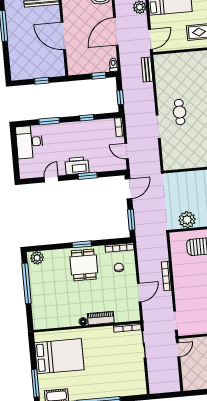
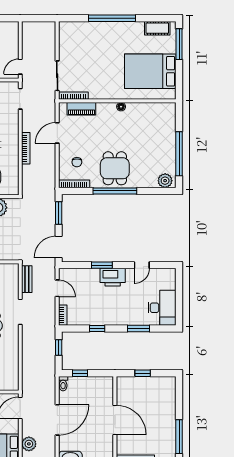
bench: (147, 69) -> (27, 279), moved
window: (82, 244) -> (115, 191), width x2.11
piano: (101, 318) -> (81, 109), moved

